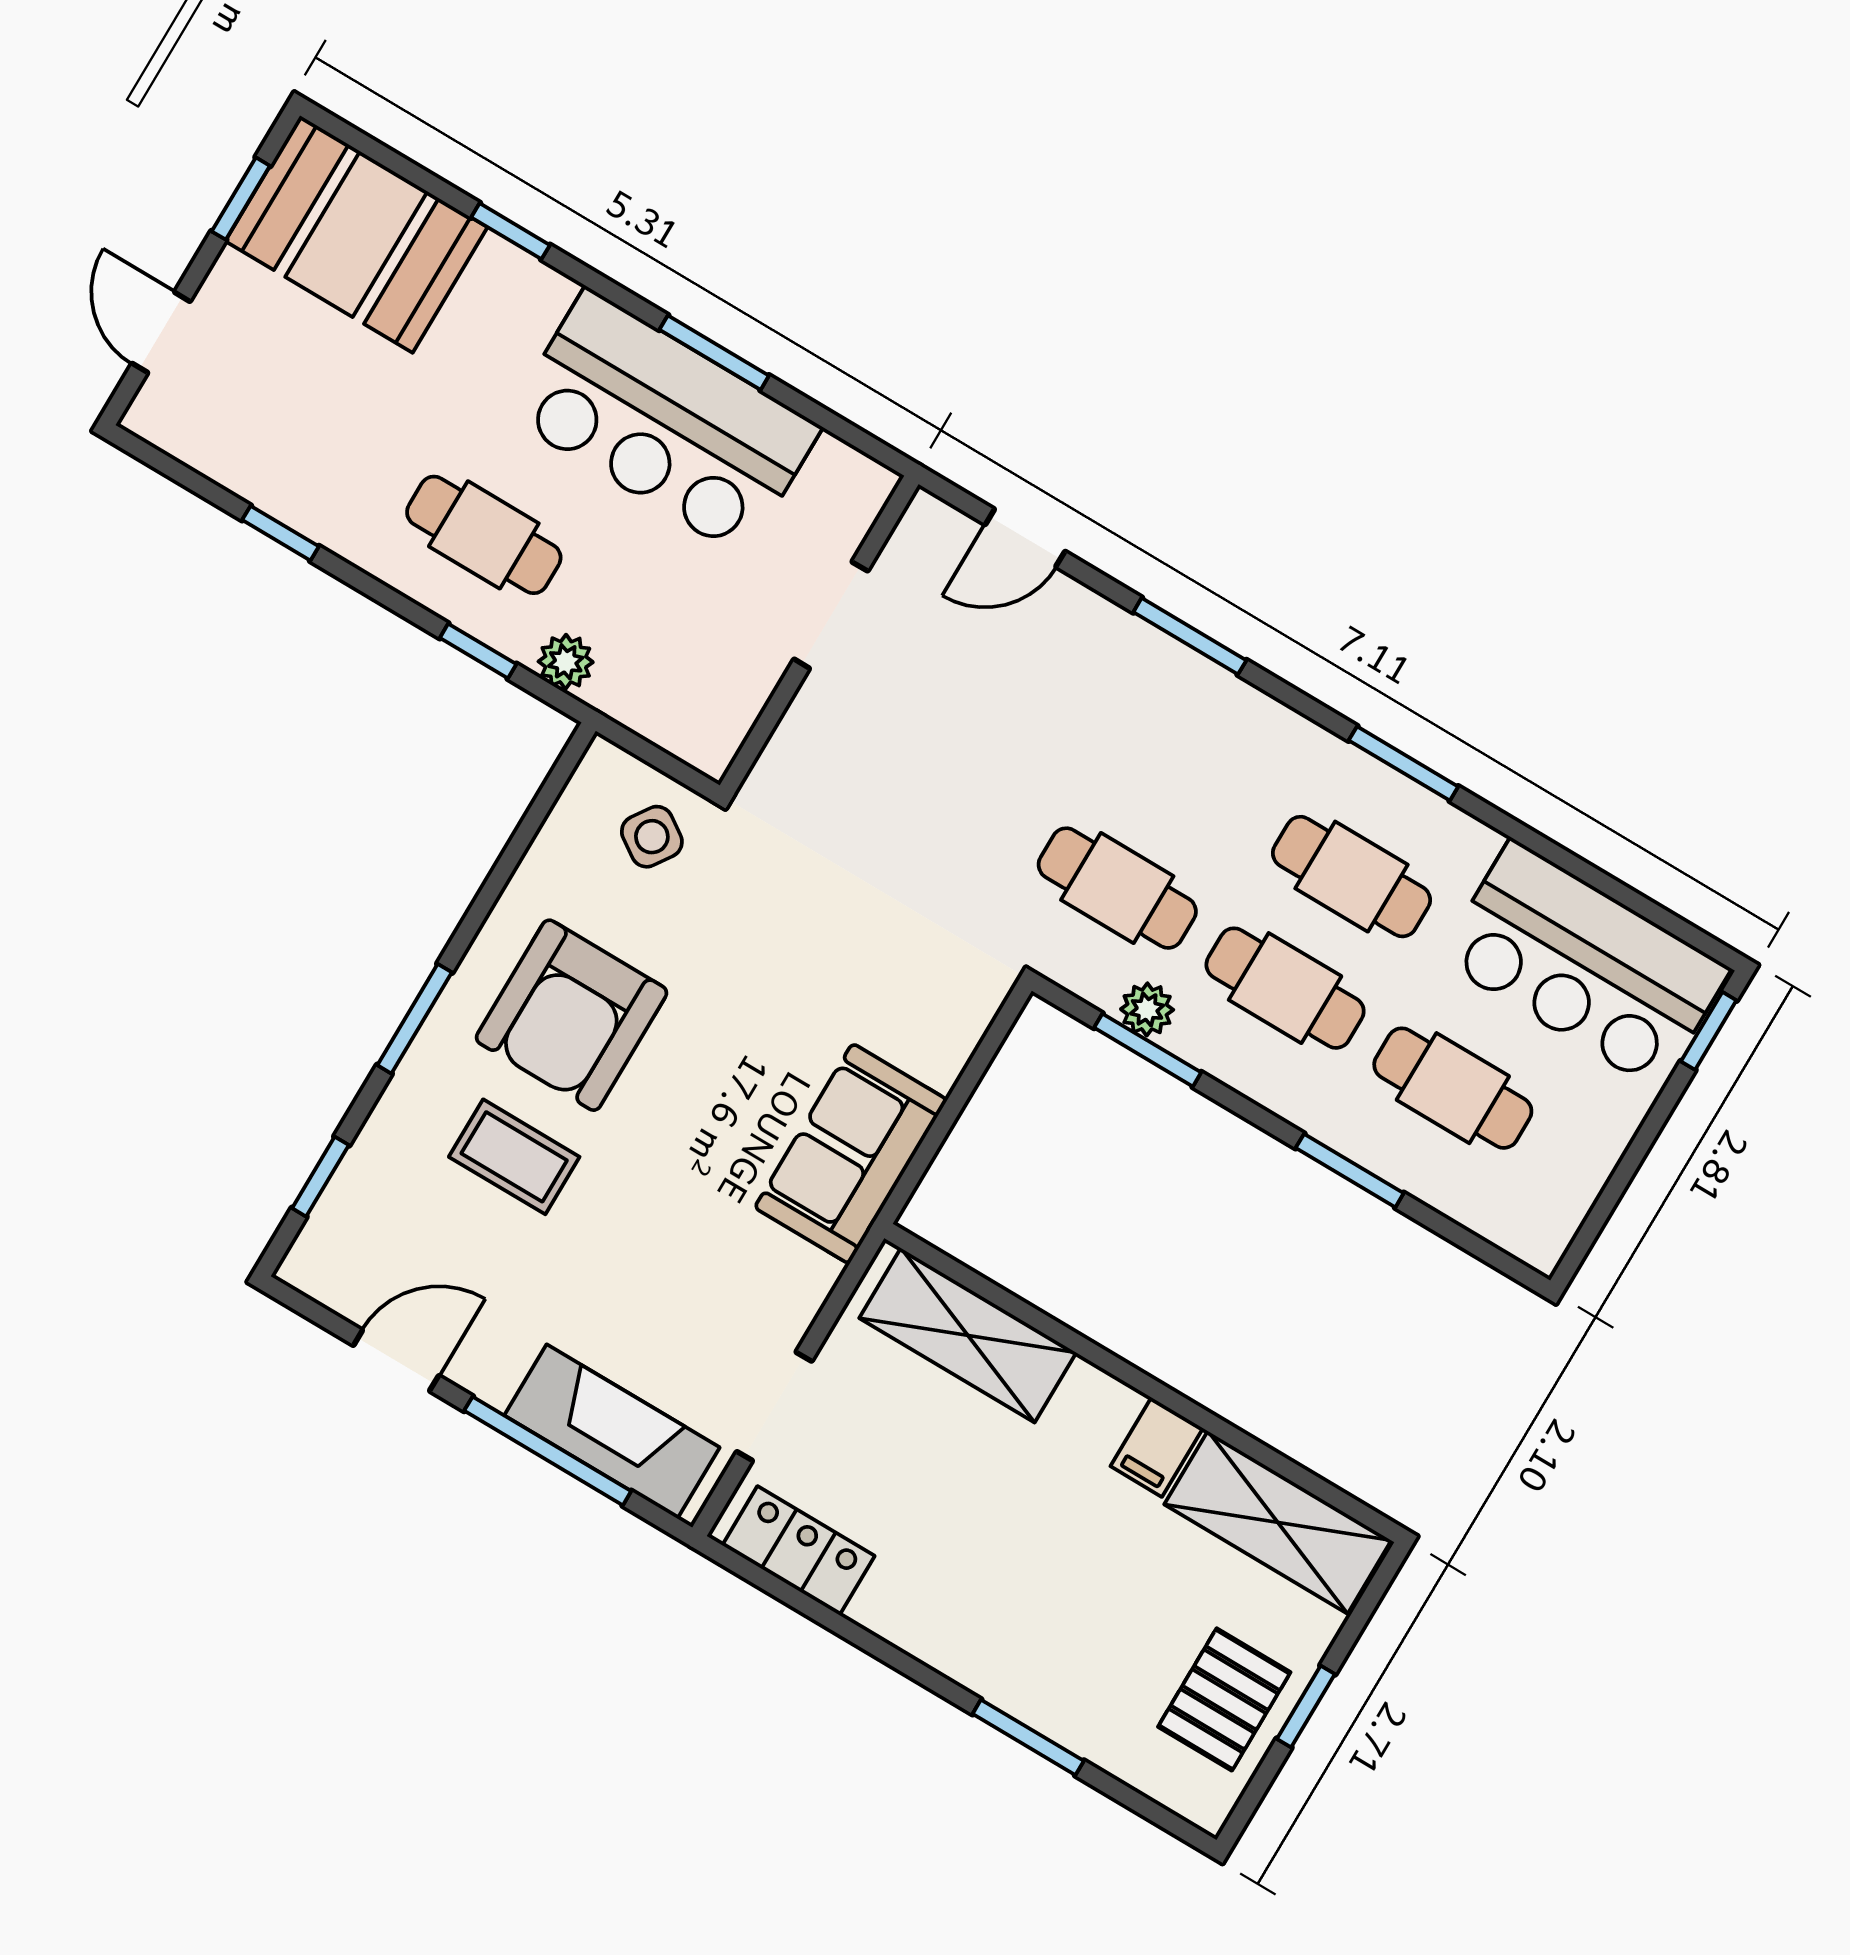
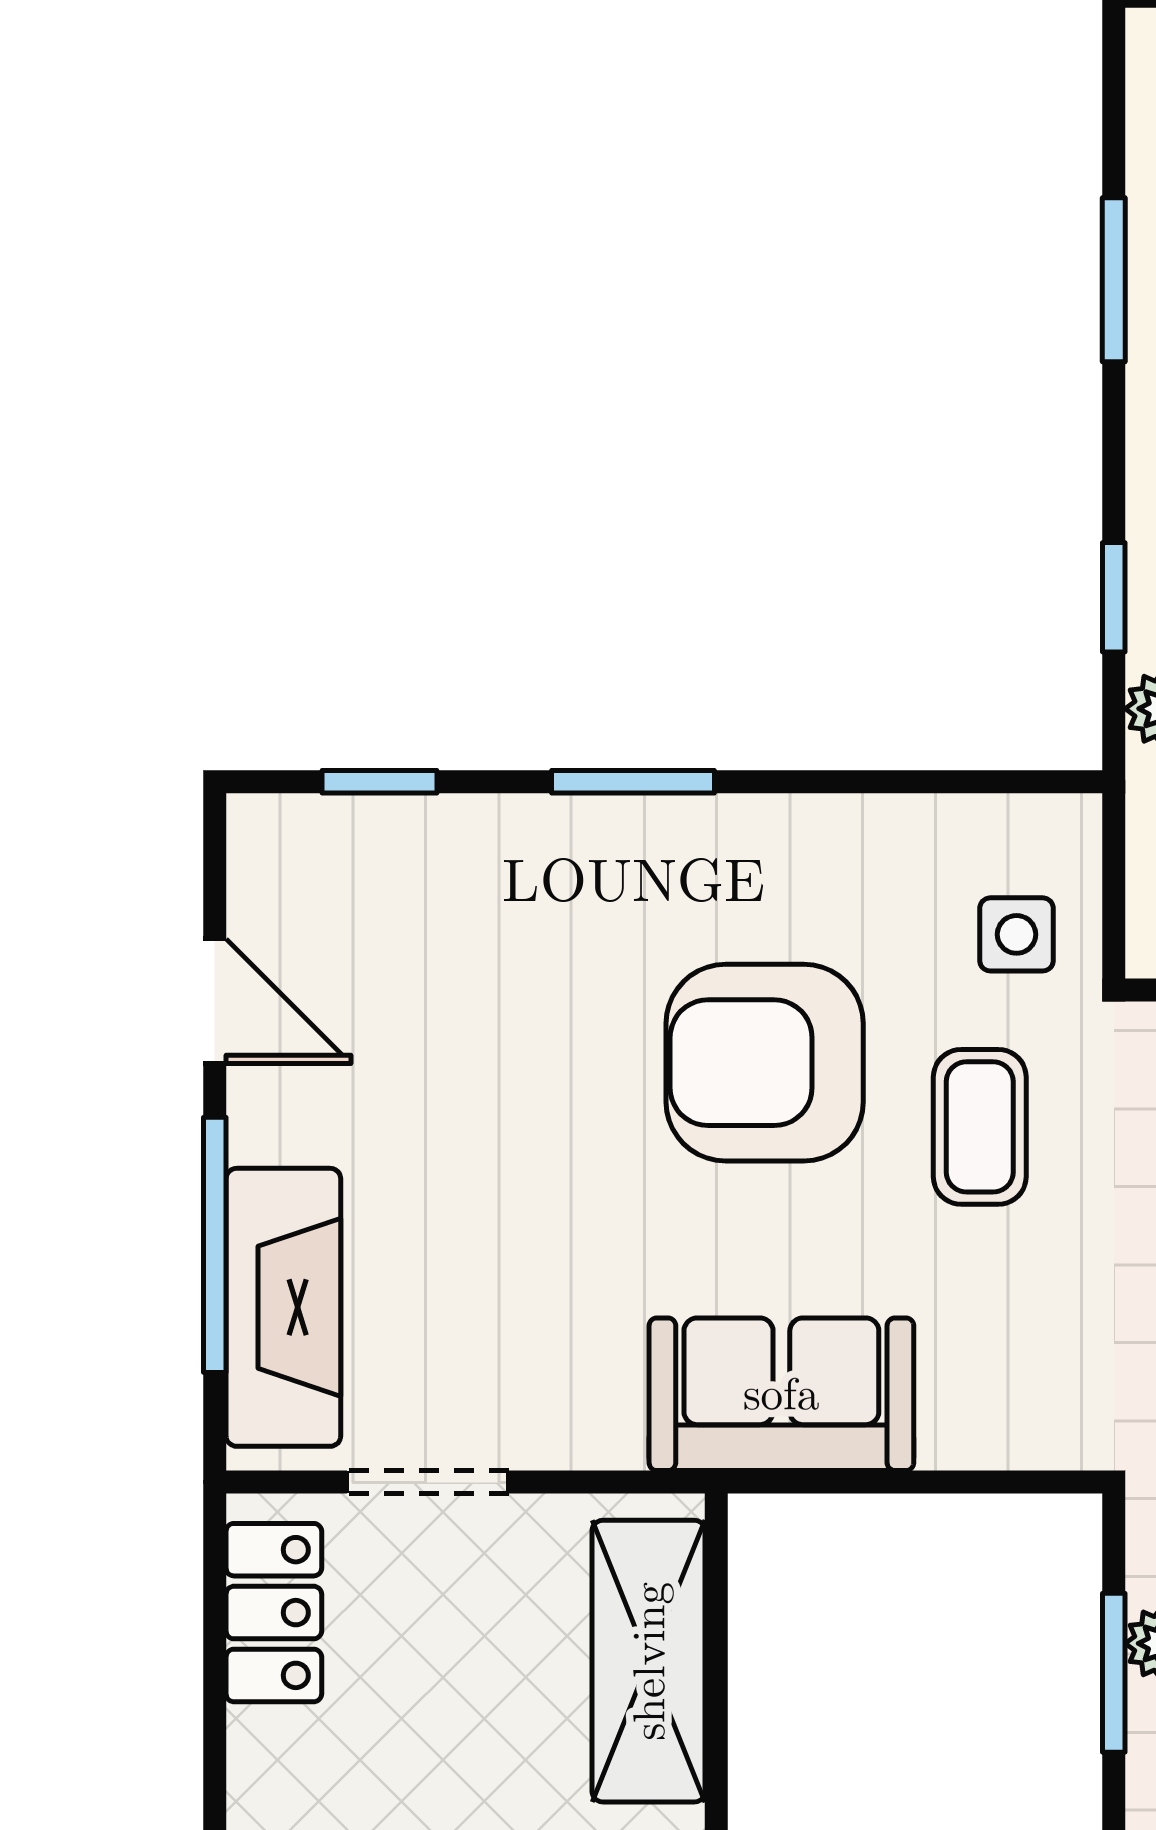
window: (280, 533) -> (1114, 280), width x1.50
side table: (652, 837) -> (1016, 934), turned -34
armchair: (572, 1015) -> (765, 1063), moved
coffee table: (514, 1157) -> (980, 1127), moved

